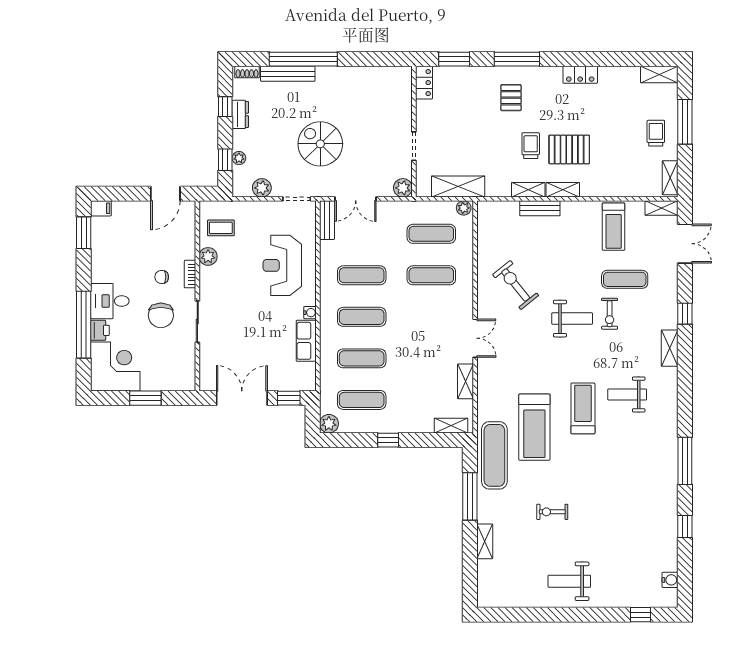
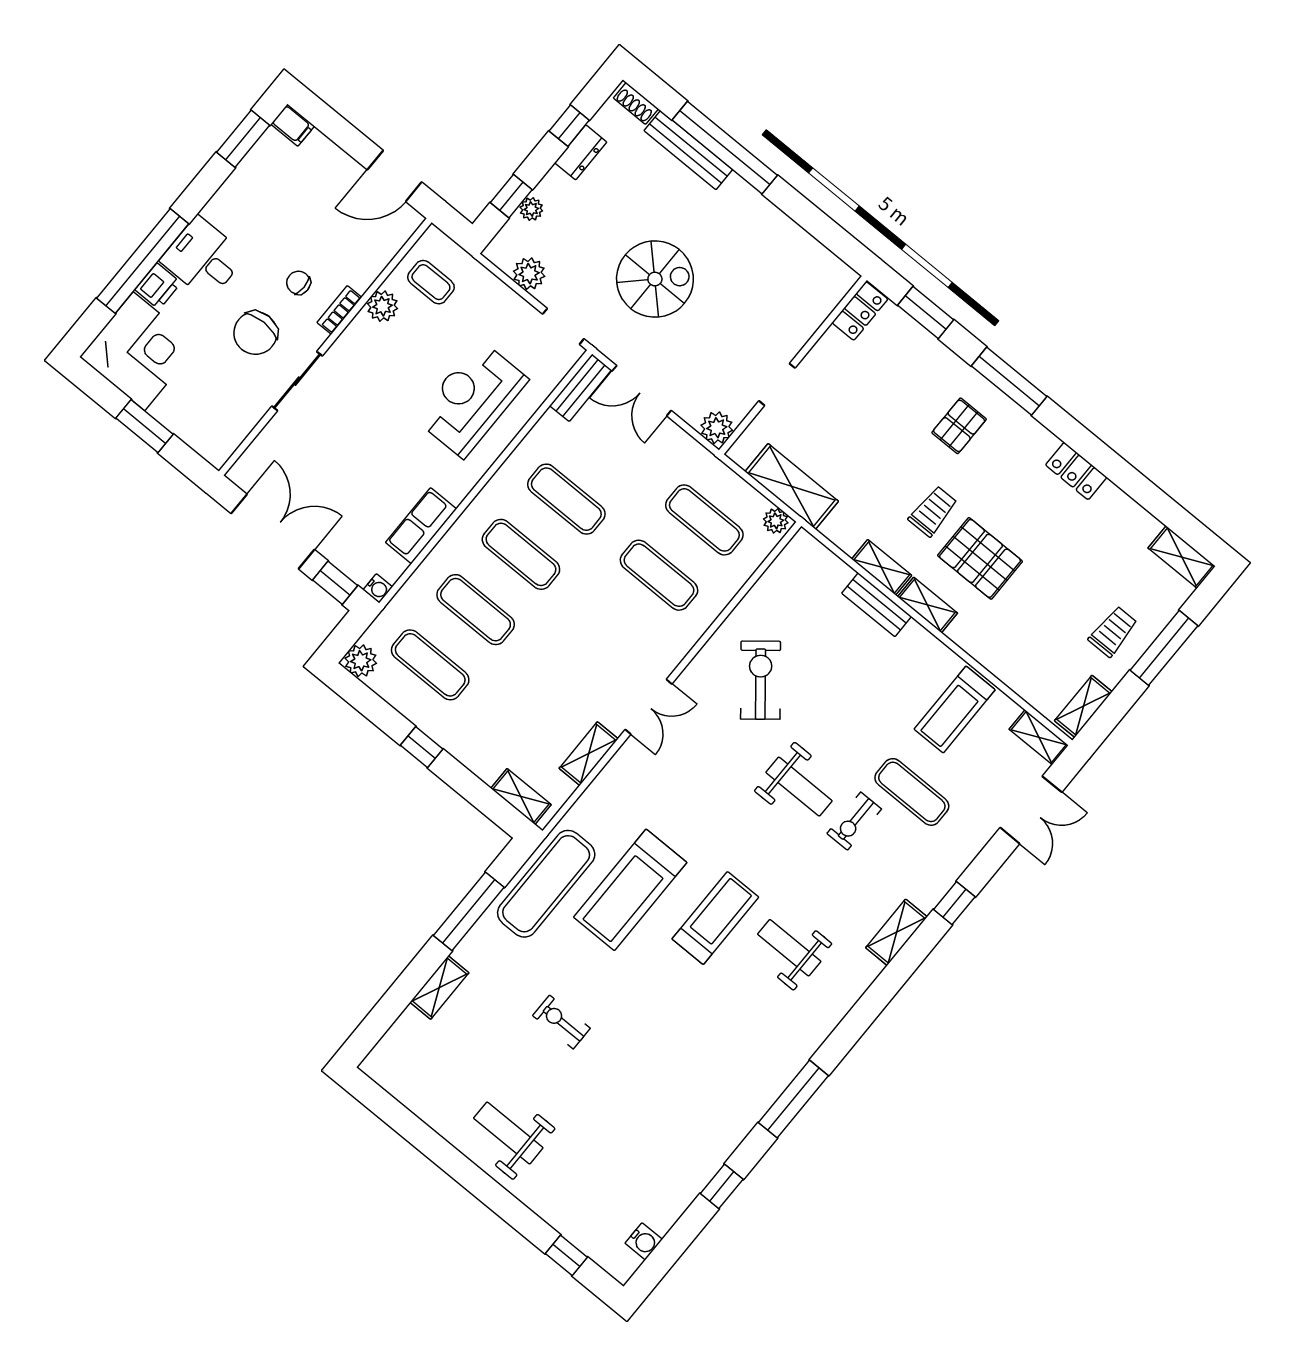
spiral stairs: (320, 144) -> (655, 279), turned 90
water cooler: (310, 313) -> (378, 588), moved

